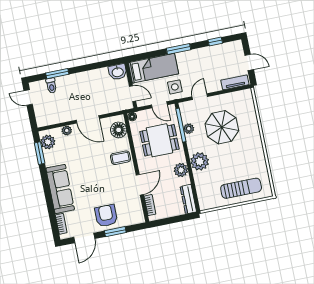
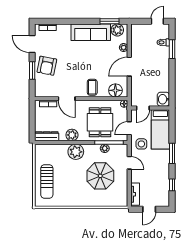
sofa: (60, 189) -> (91, 32), moved
armchair: (106, 216) -> (47, 66), turned 101

